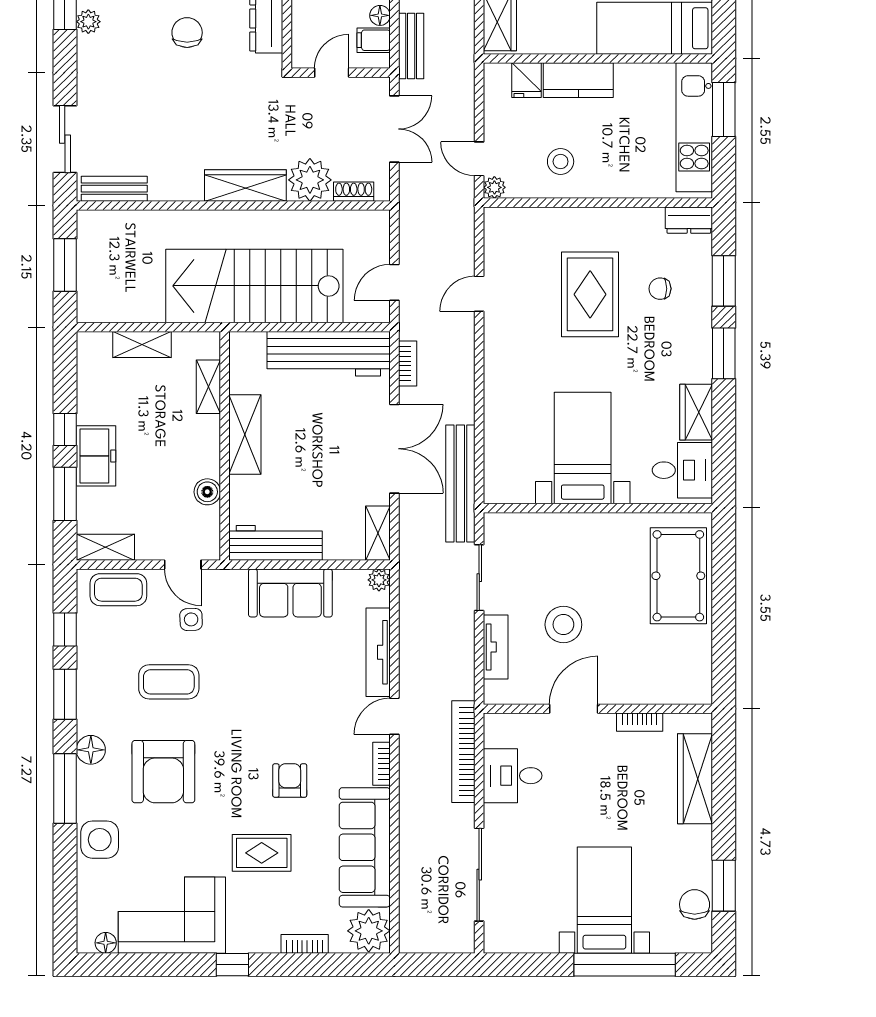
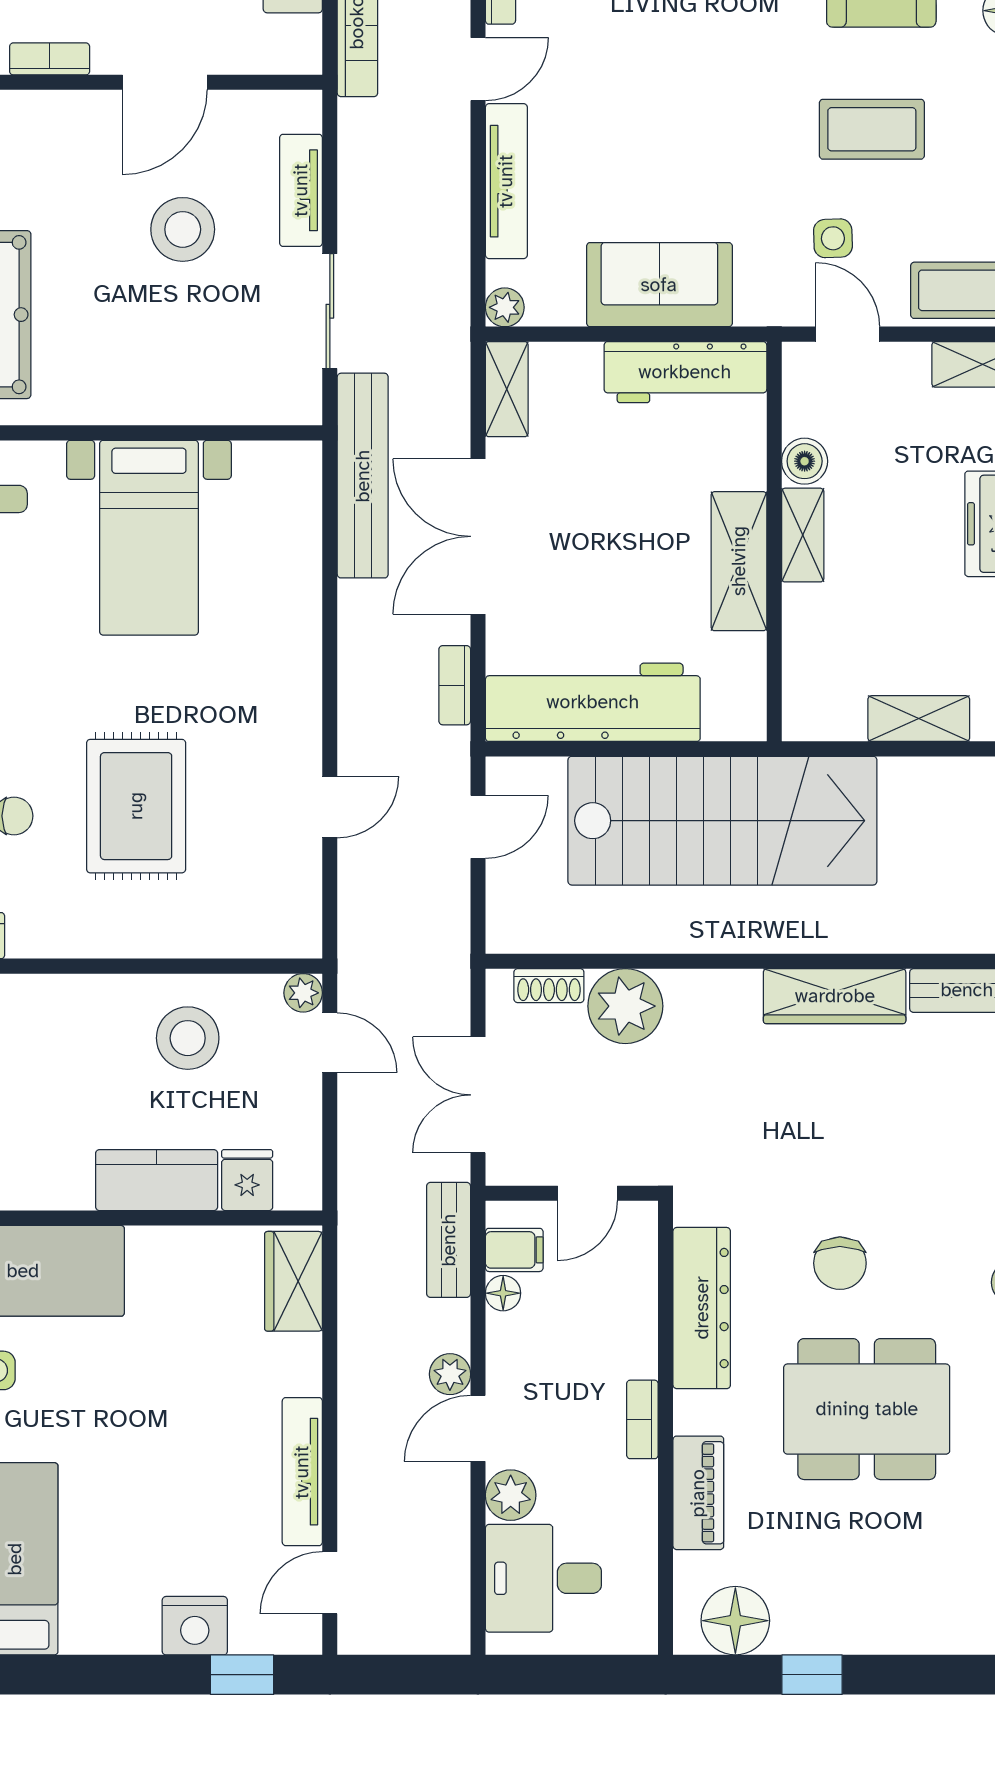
stool: (561, 162) -> (188, 1038), width x1.38, depth x1.38
wardrobe: (245, 186) -> (835, 996), moved
shelving: (208, 387) -> (803, 535), moved

